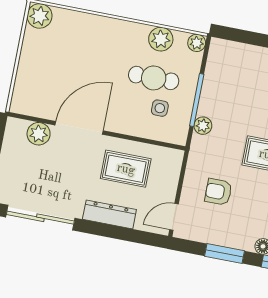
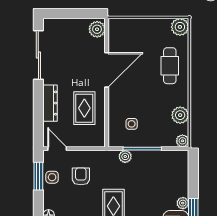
cafe table: (154, 78) -> (170, 66), moved
door: (79, 128) -> (107, 70), hinge flipped
plant: (39, 134) -> (97, 29), moved
side table: (212, 231) -> (52, 177), added
window: (225, 253) -> (38, 176), moved

